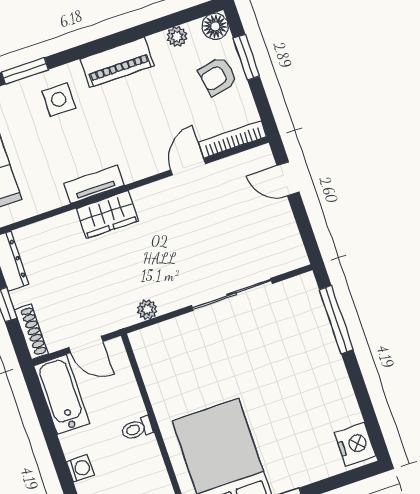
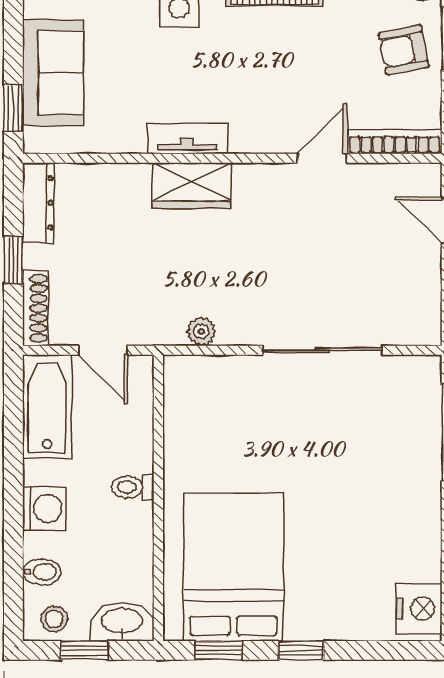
washing machine: (80, 468) -> (44, 508), width x1.38, depth x1.38

